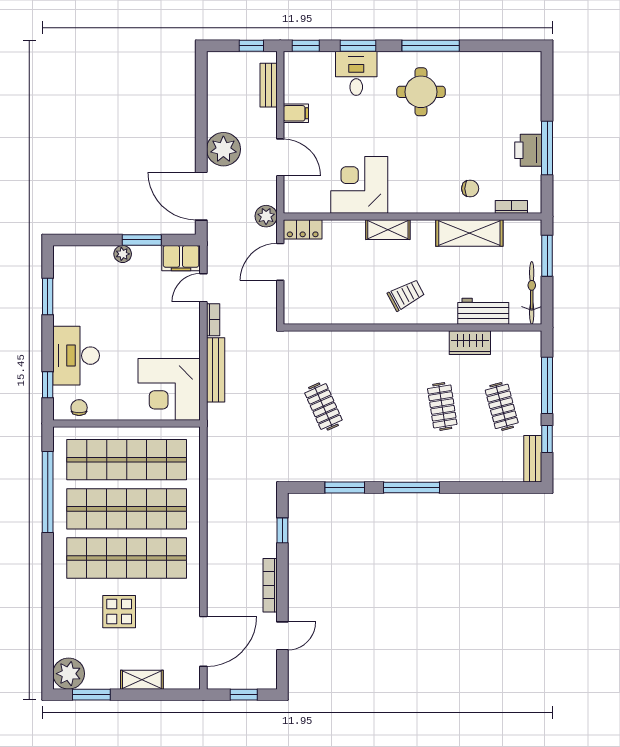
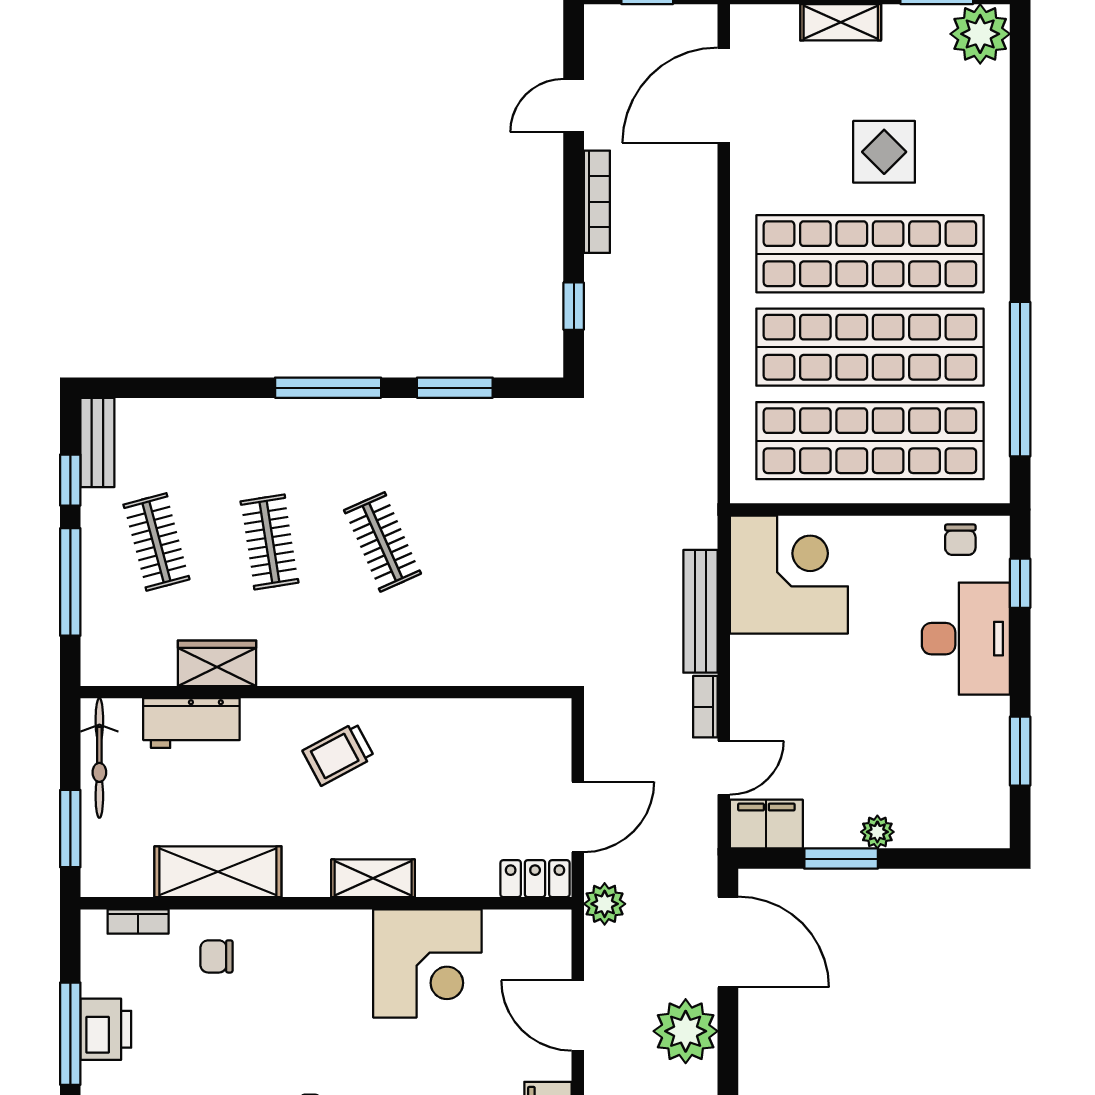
clothes rail: (323, 406) -> (383, 542), moved

